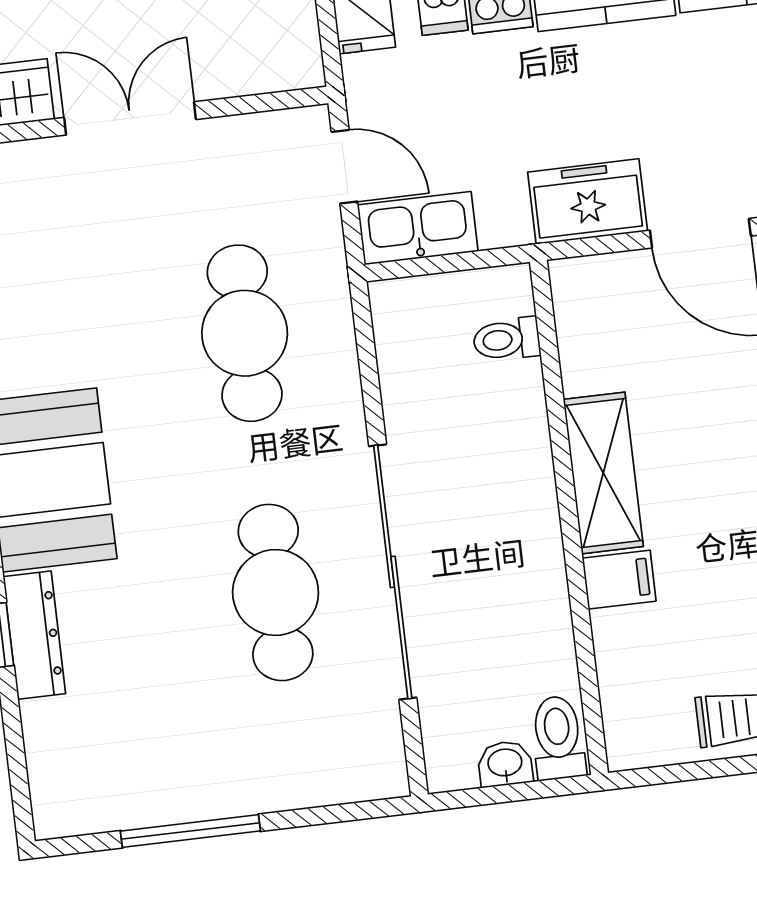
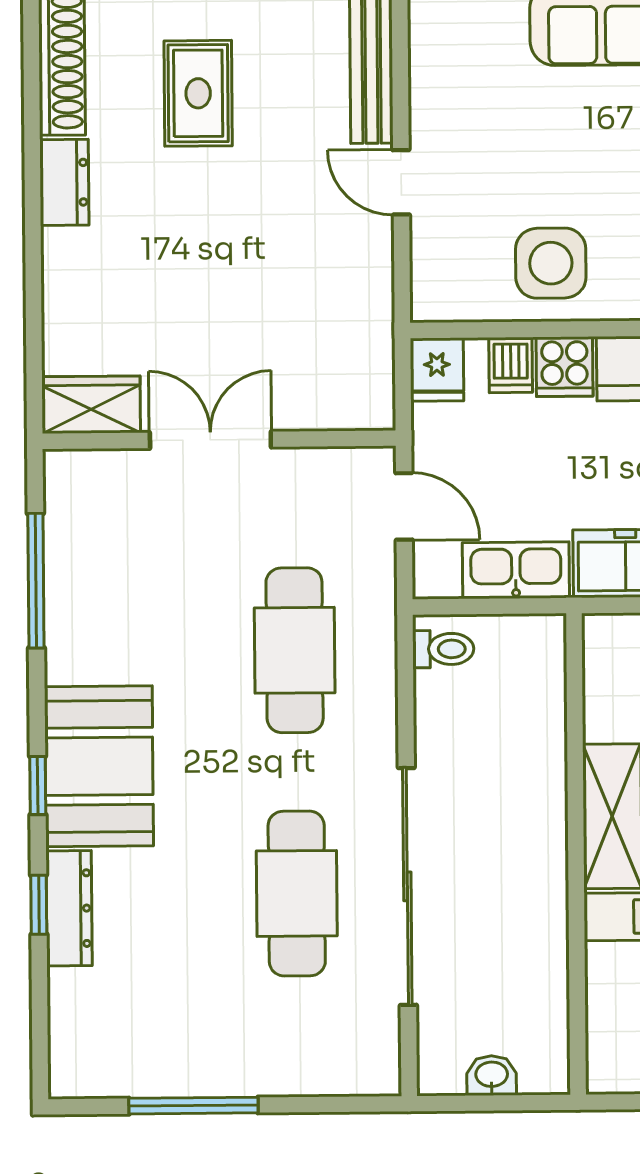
kitchen sink: (418, 228) -> (516, 570), moved
toilet: (507, 339) -> (443, 649), moved, turned 180
toilet: (558, 738) -> (543, 1057), removed

